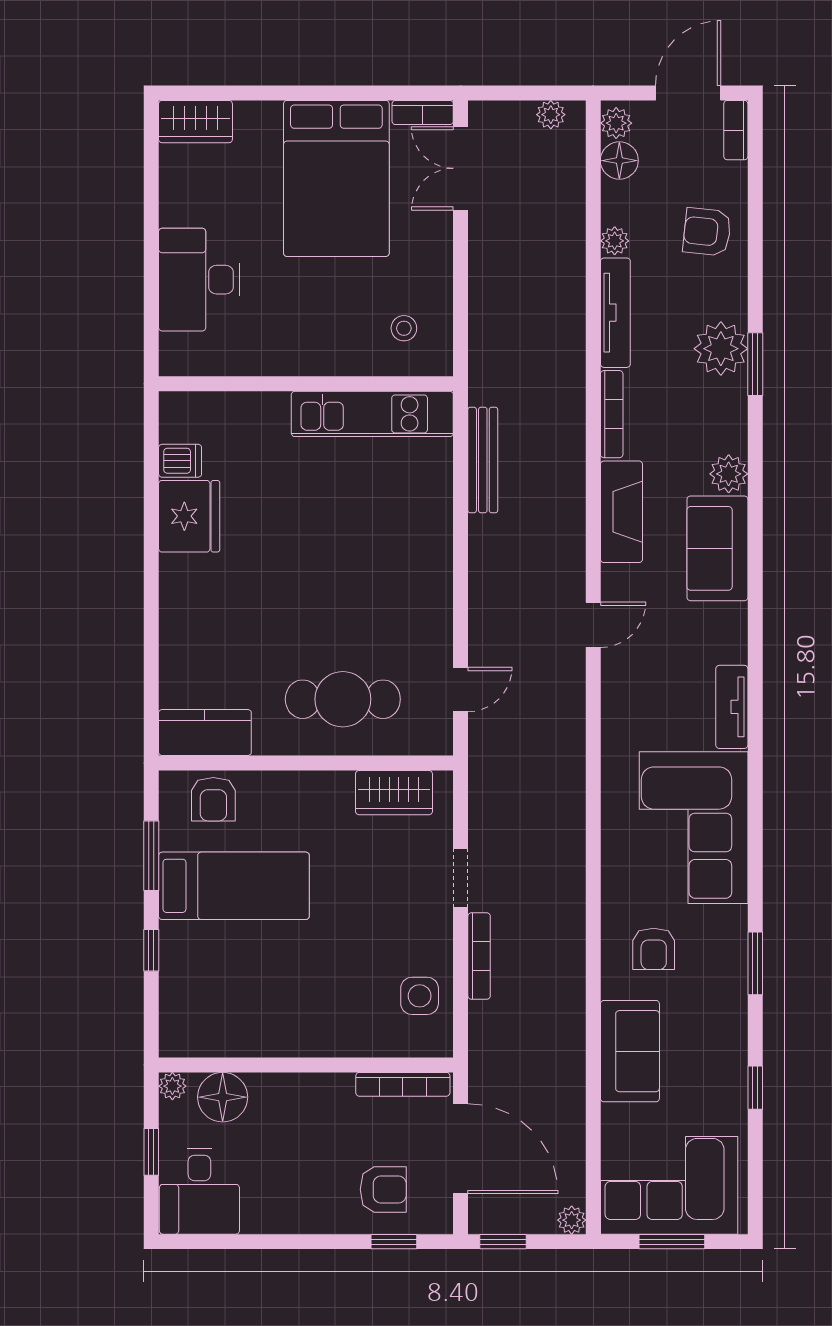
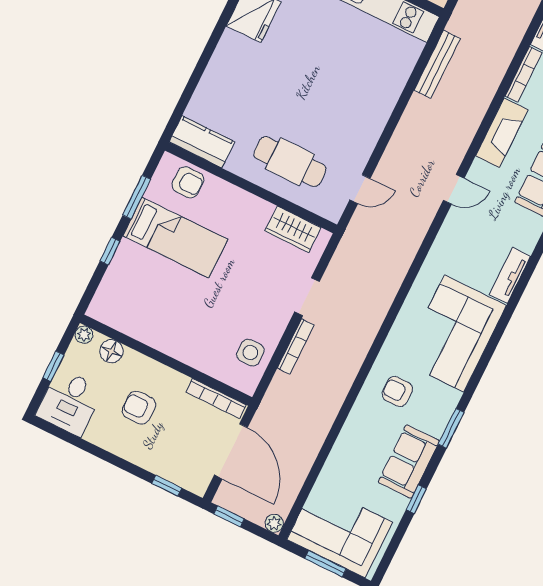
armchair: (213, 799) -> (188, 182), turned -90
armchair: (654, 949) -> (397, 392), turned 90
sofa: (630, 1051) -> (409, 461), moved, turned 180
floor lamp: (223, 1097) -> (111, 351), width x0.73, depth x0.73
armchair: (383, 1189) -> (139, 408), moved, turned 180

